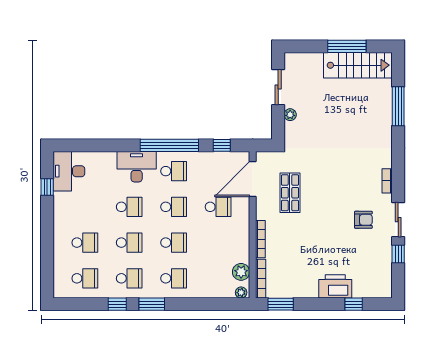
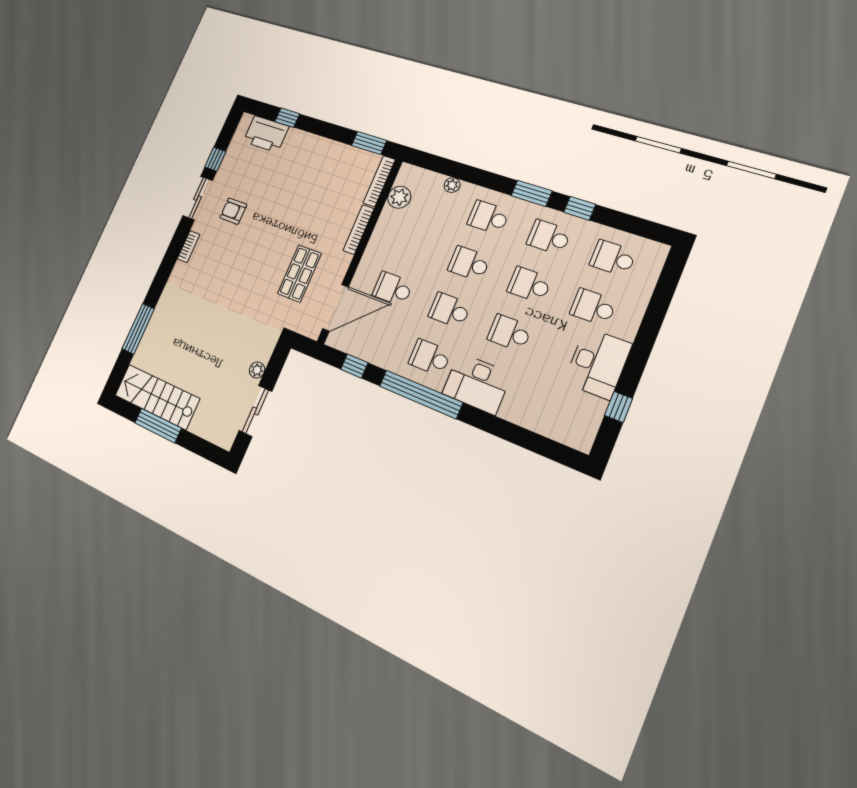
desk: (69, 171) -> (598, 363), moved
printer: (335, 286) -> (266, 134), moved
plant: (241, 293) -> (452, 185), moved

